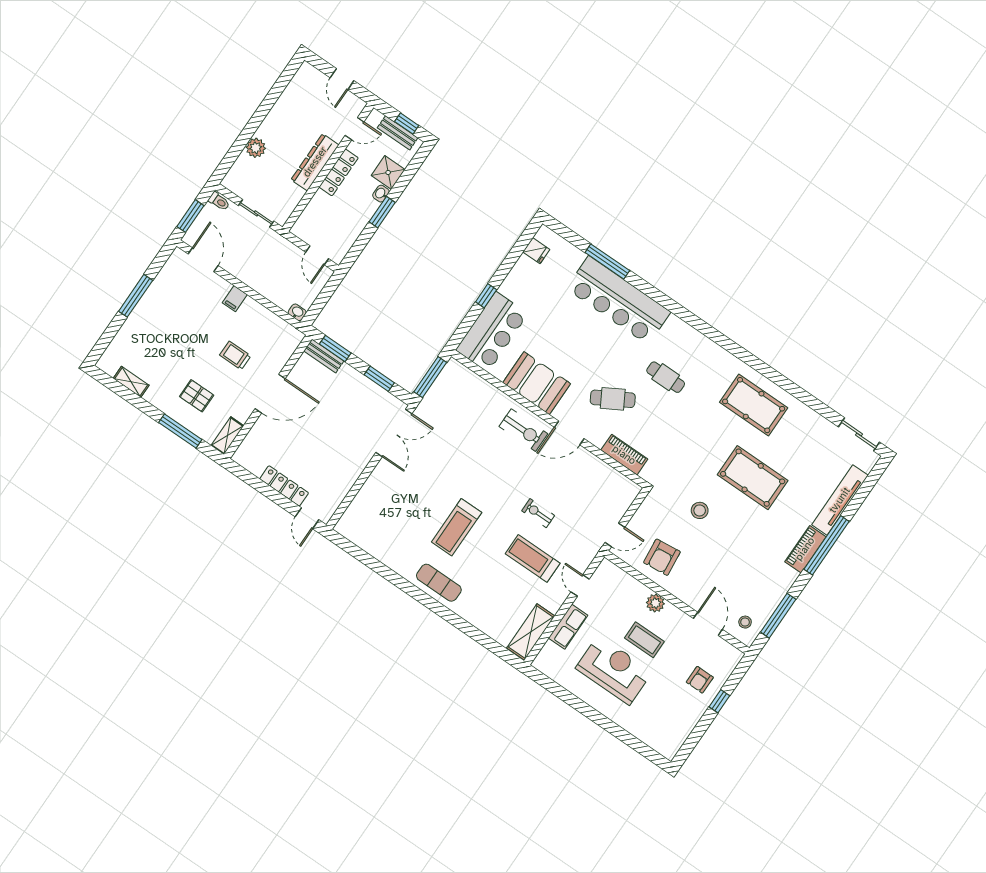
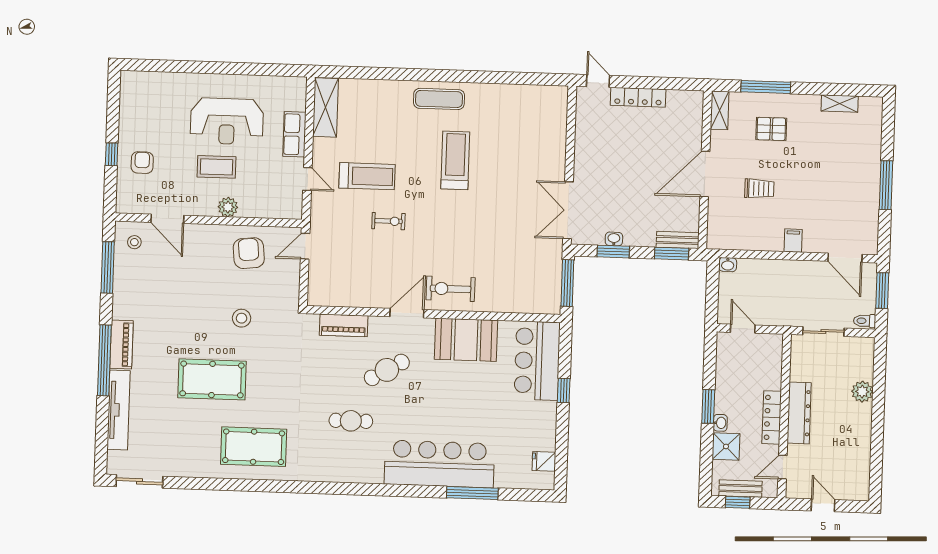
washbasin: (373, 388) -> (614, 239), added

